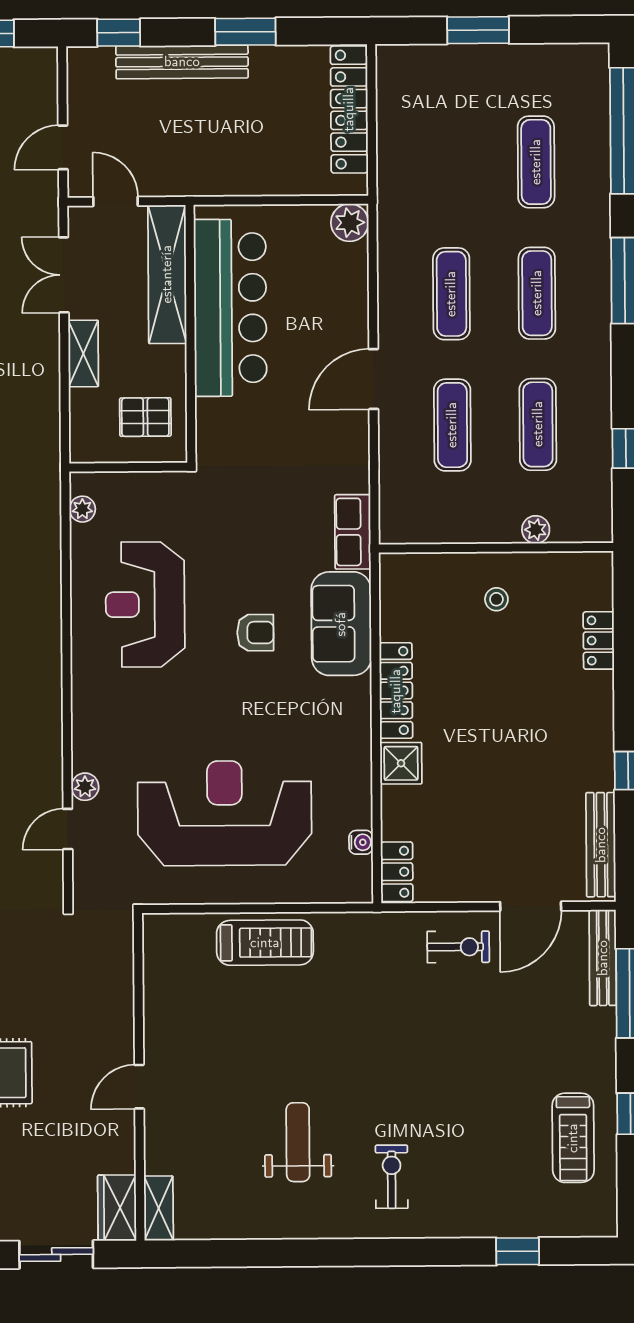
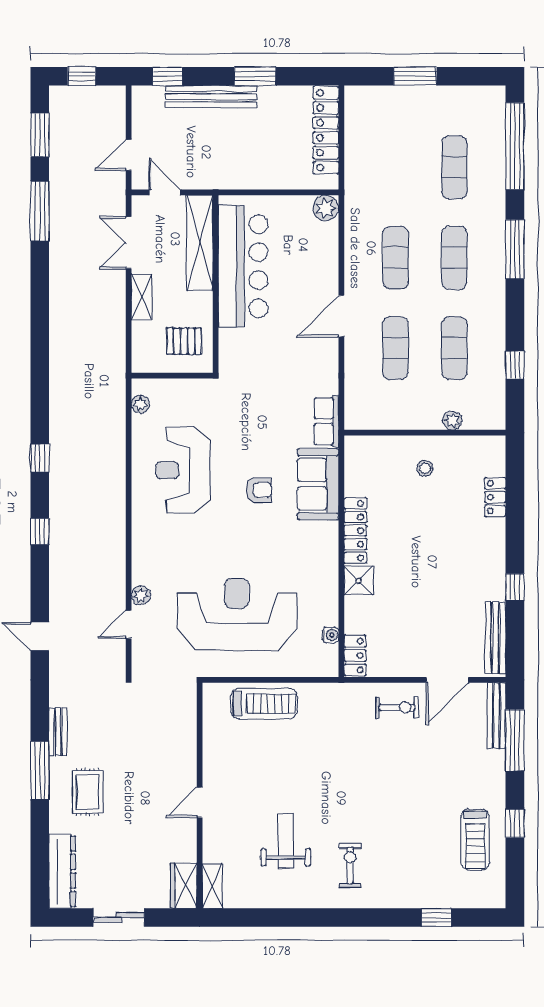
wall: (139, 1077) -> (200, 795), moved
door: (139, 1087) -> (200, 802), moved
wardrobe: (117, 1208) -> (184, 886), moved
shelving: (159, 1208) -> (212, 886), moved

